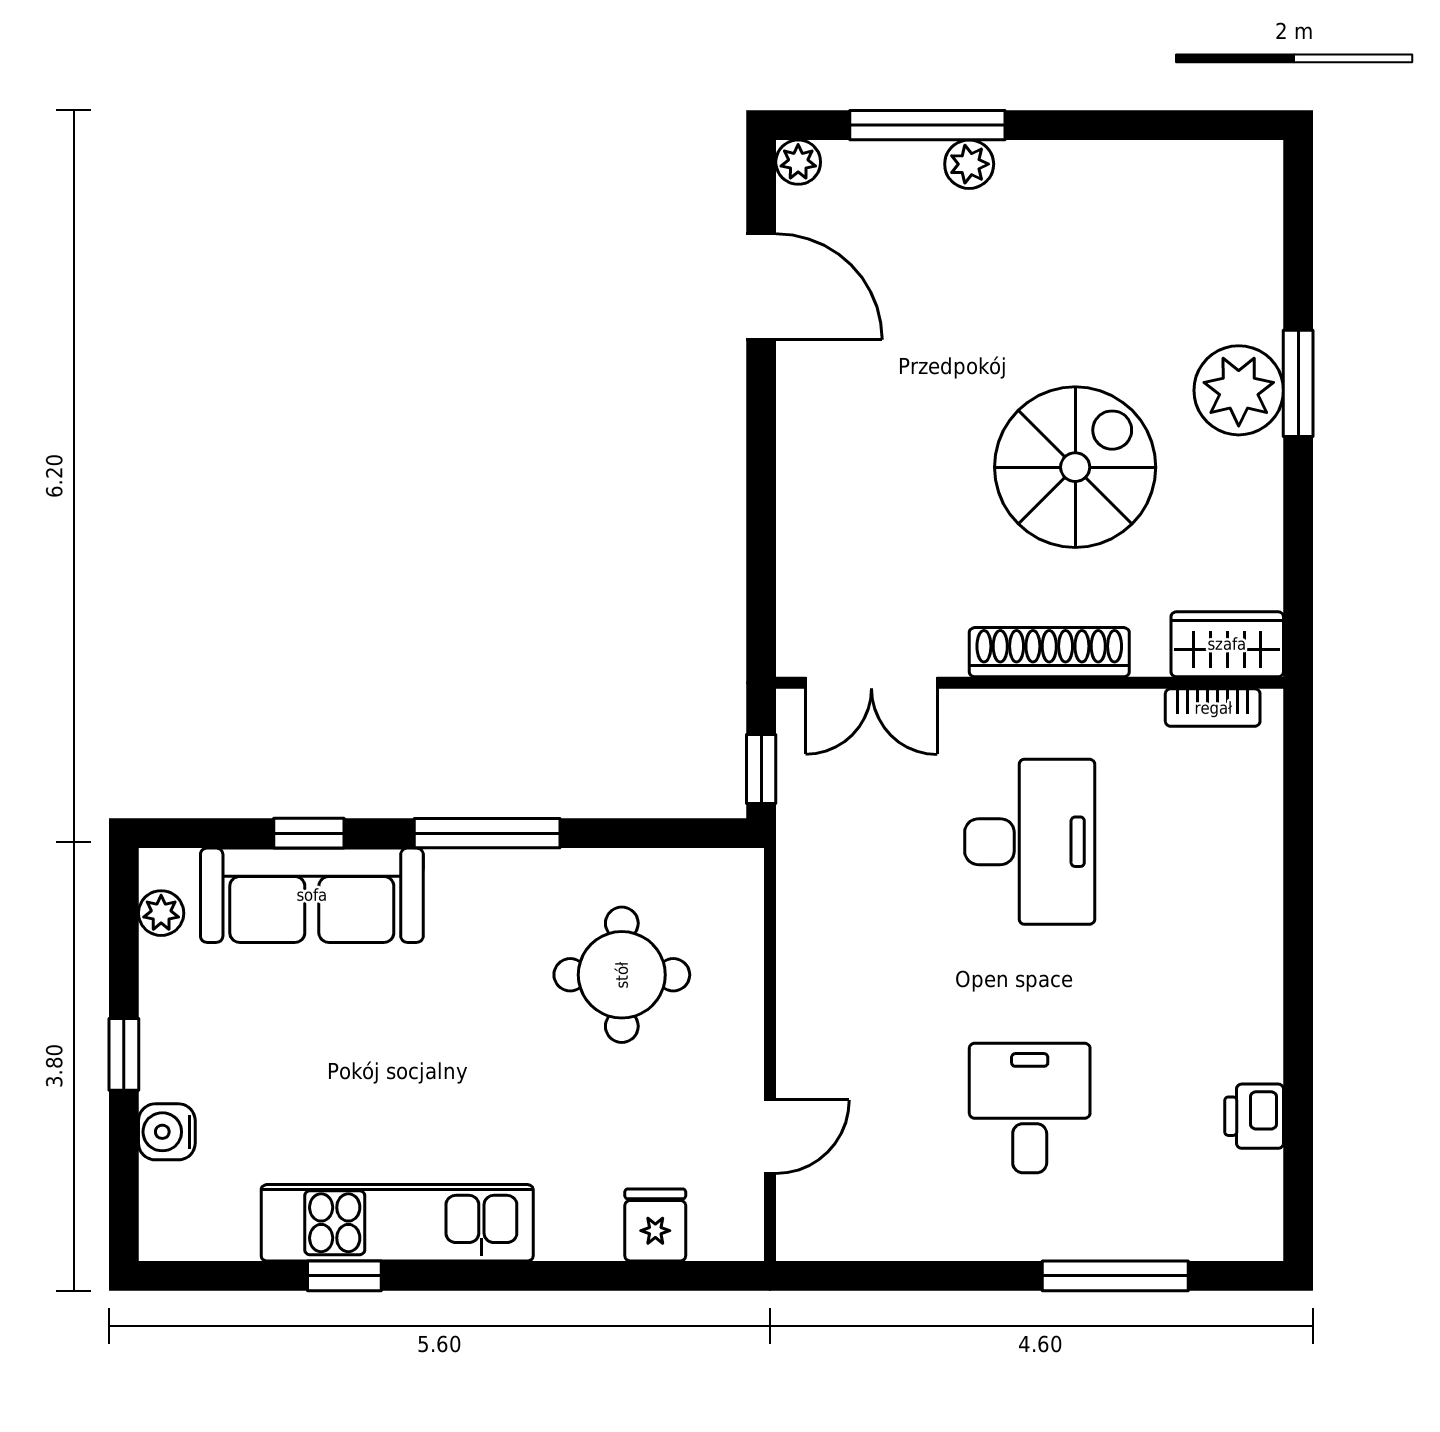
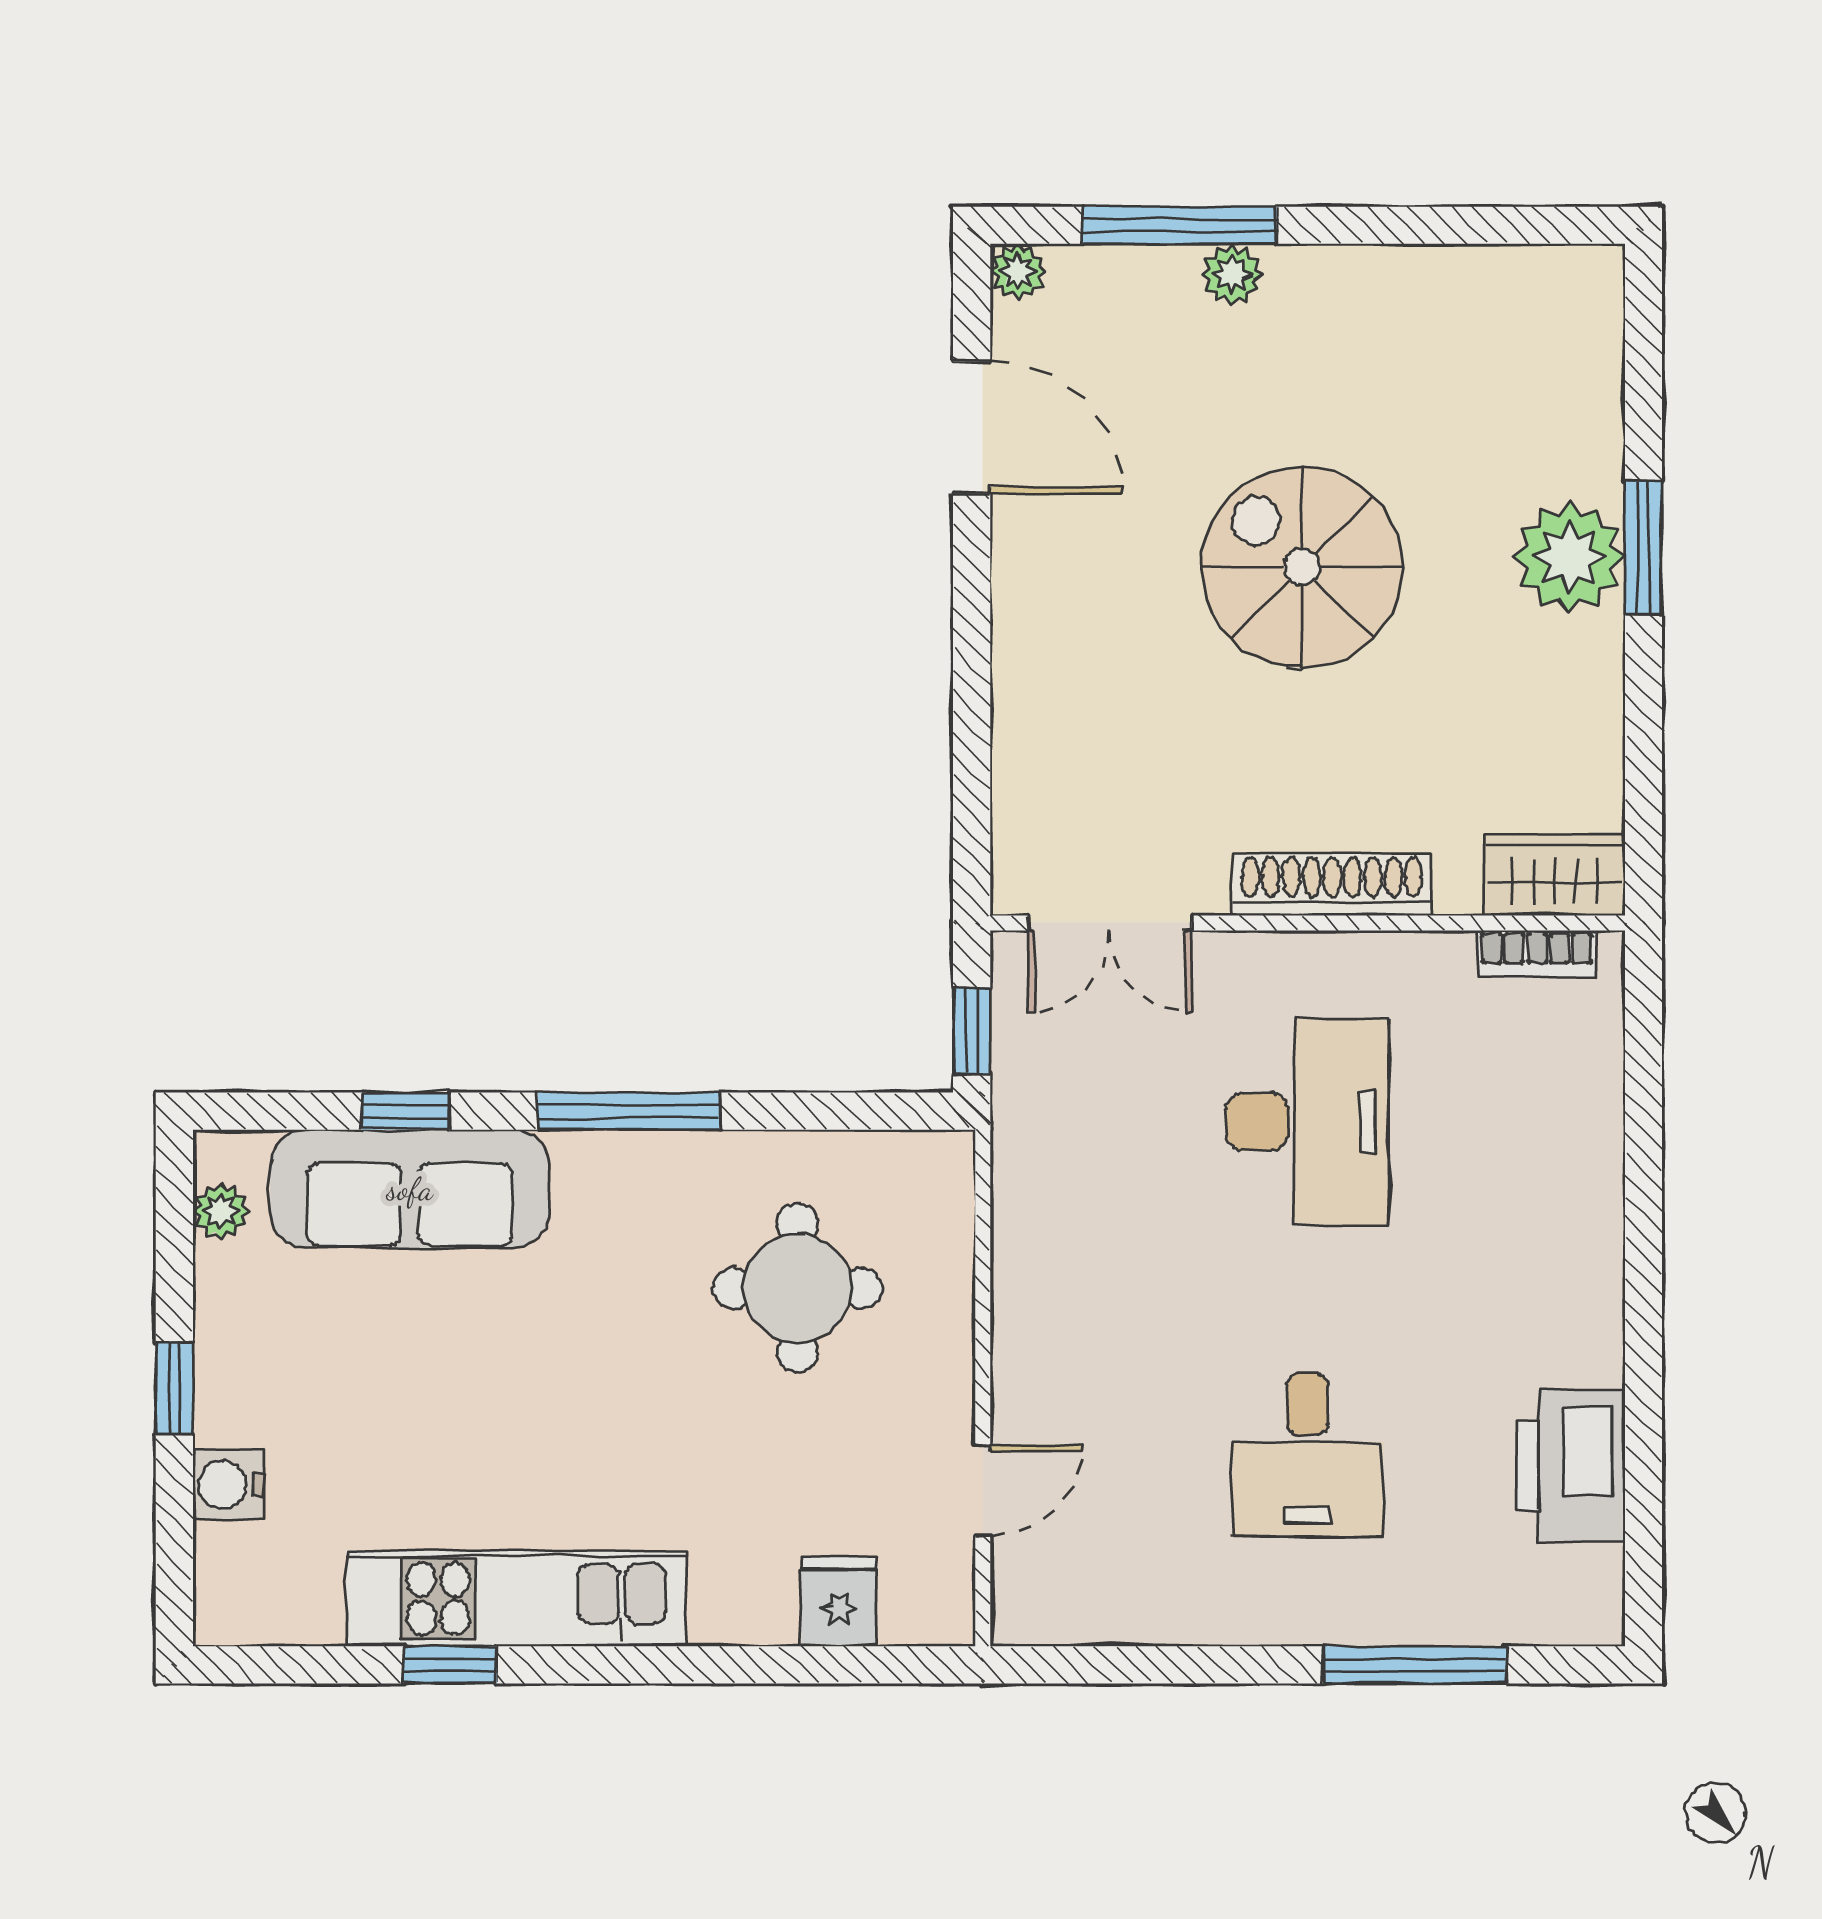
spiral stairs: (1075, 467) -> (1302, 567), moved, turned -90
desk: (1030, 1108) -> (1308, 1455), turned 180
printer: (1254, 1116) -> (1571, 1465), width x1.87, depth x1.48

